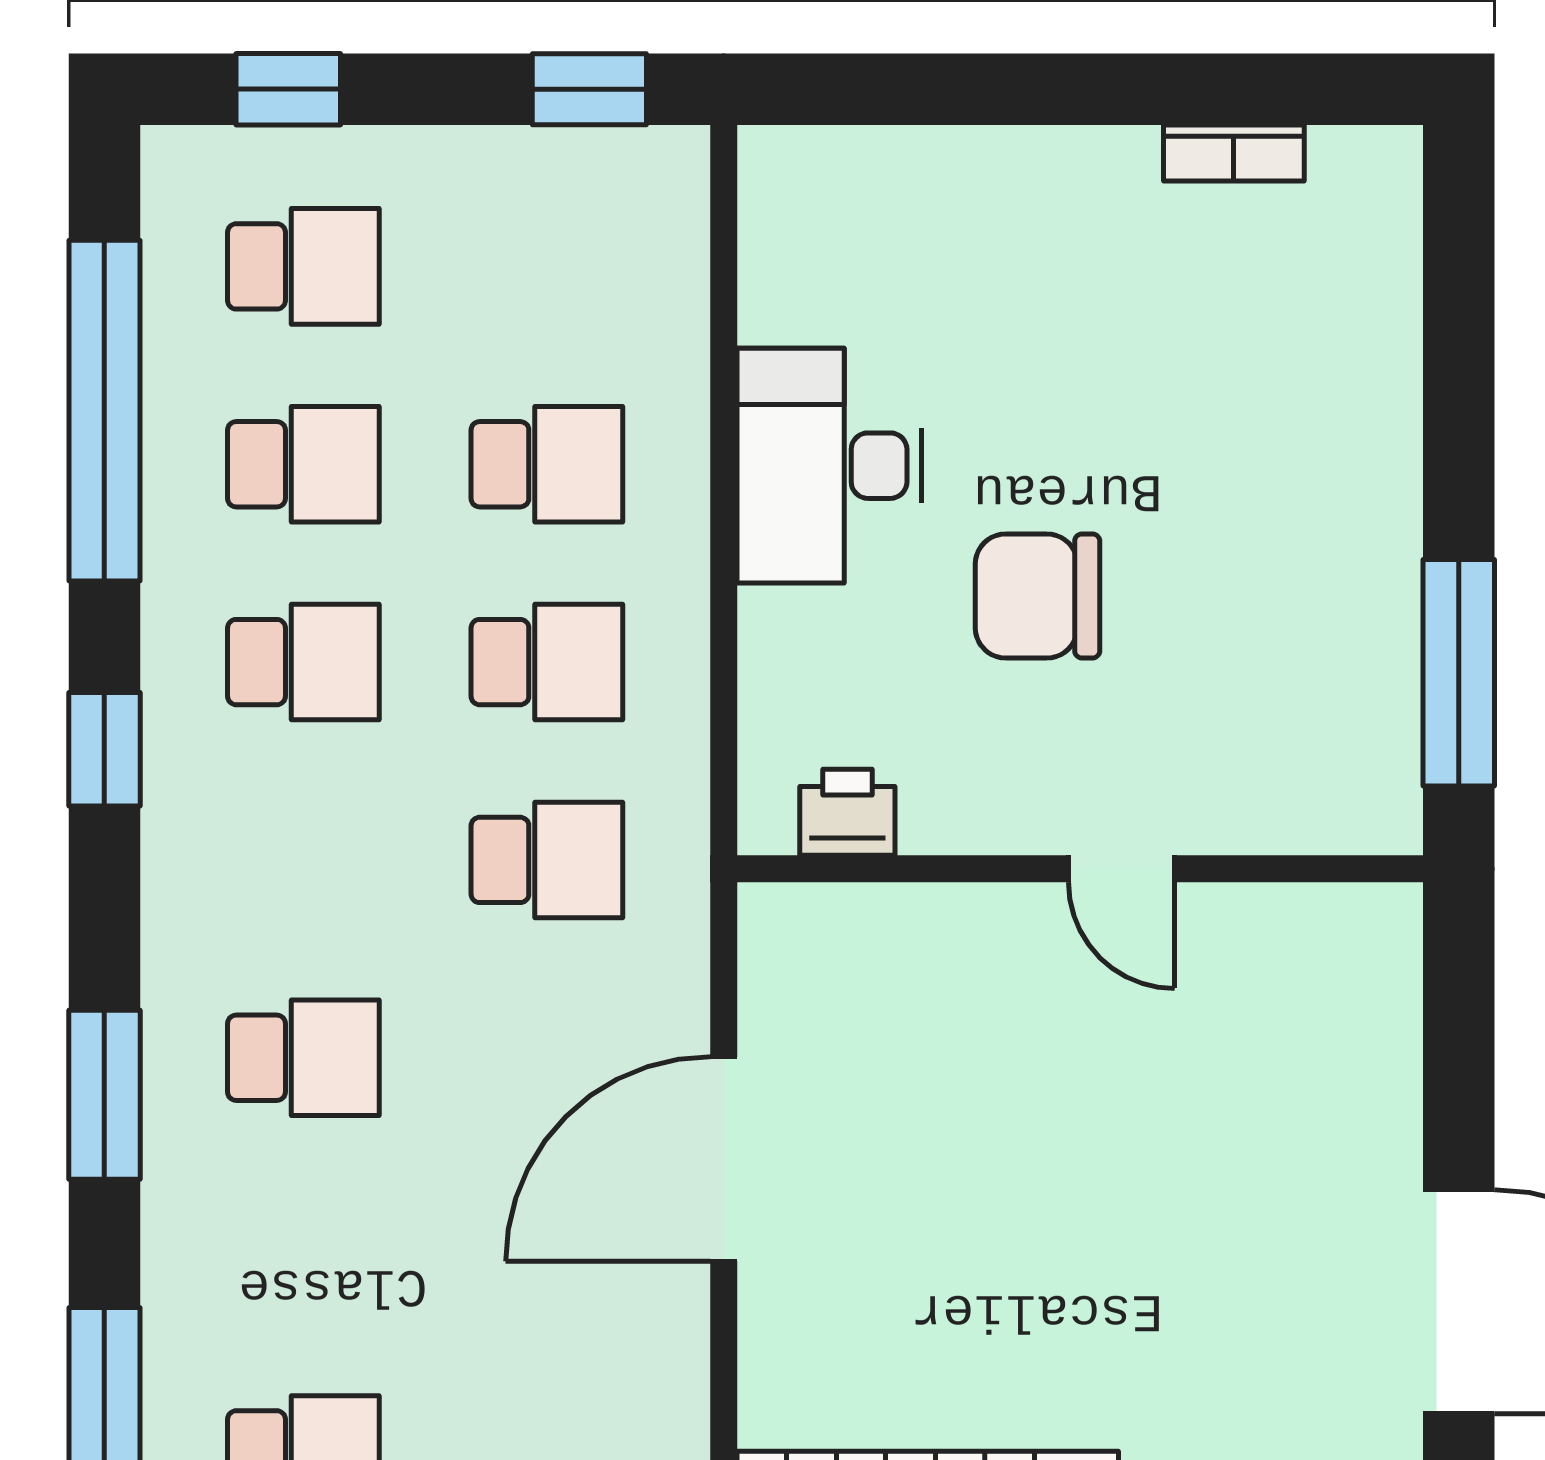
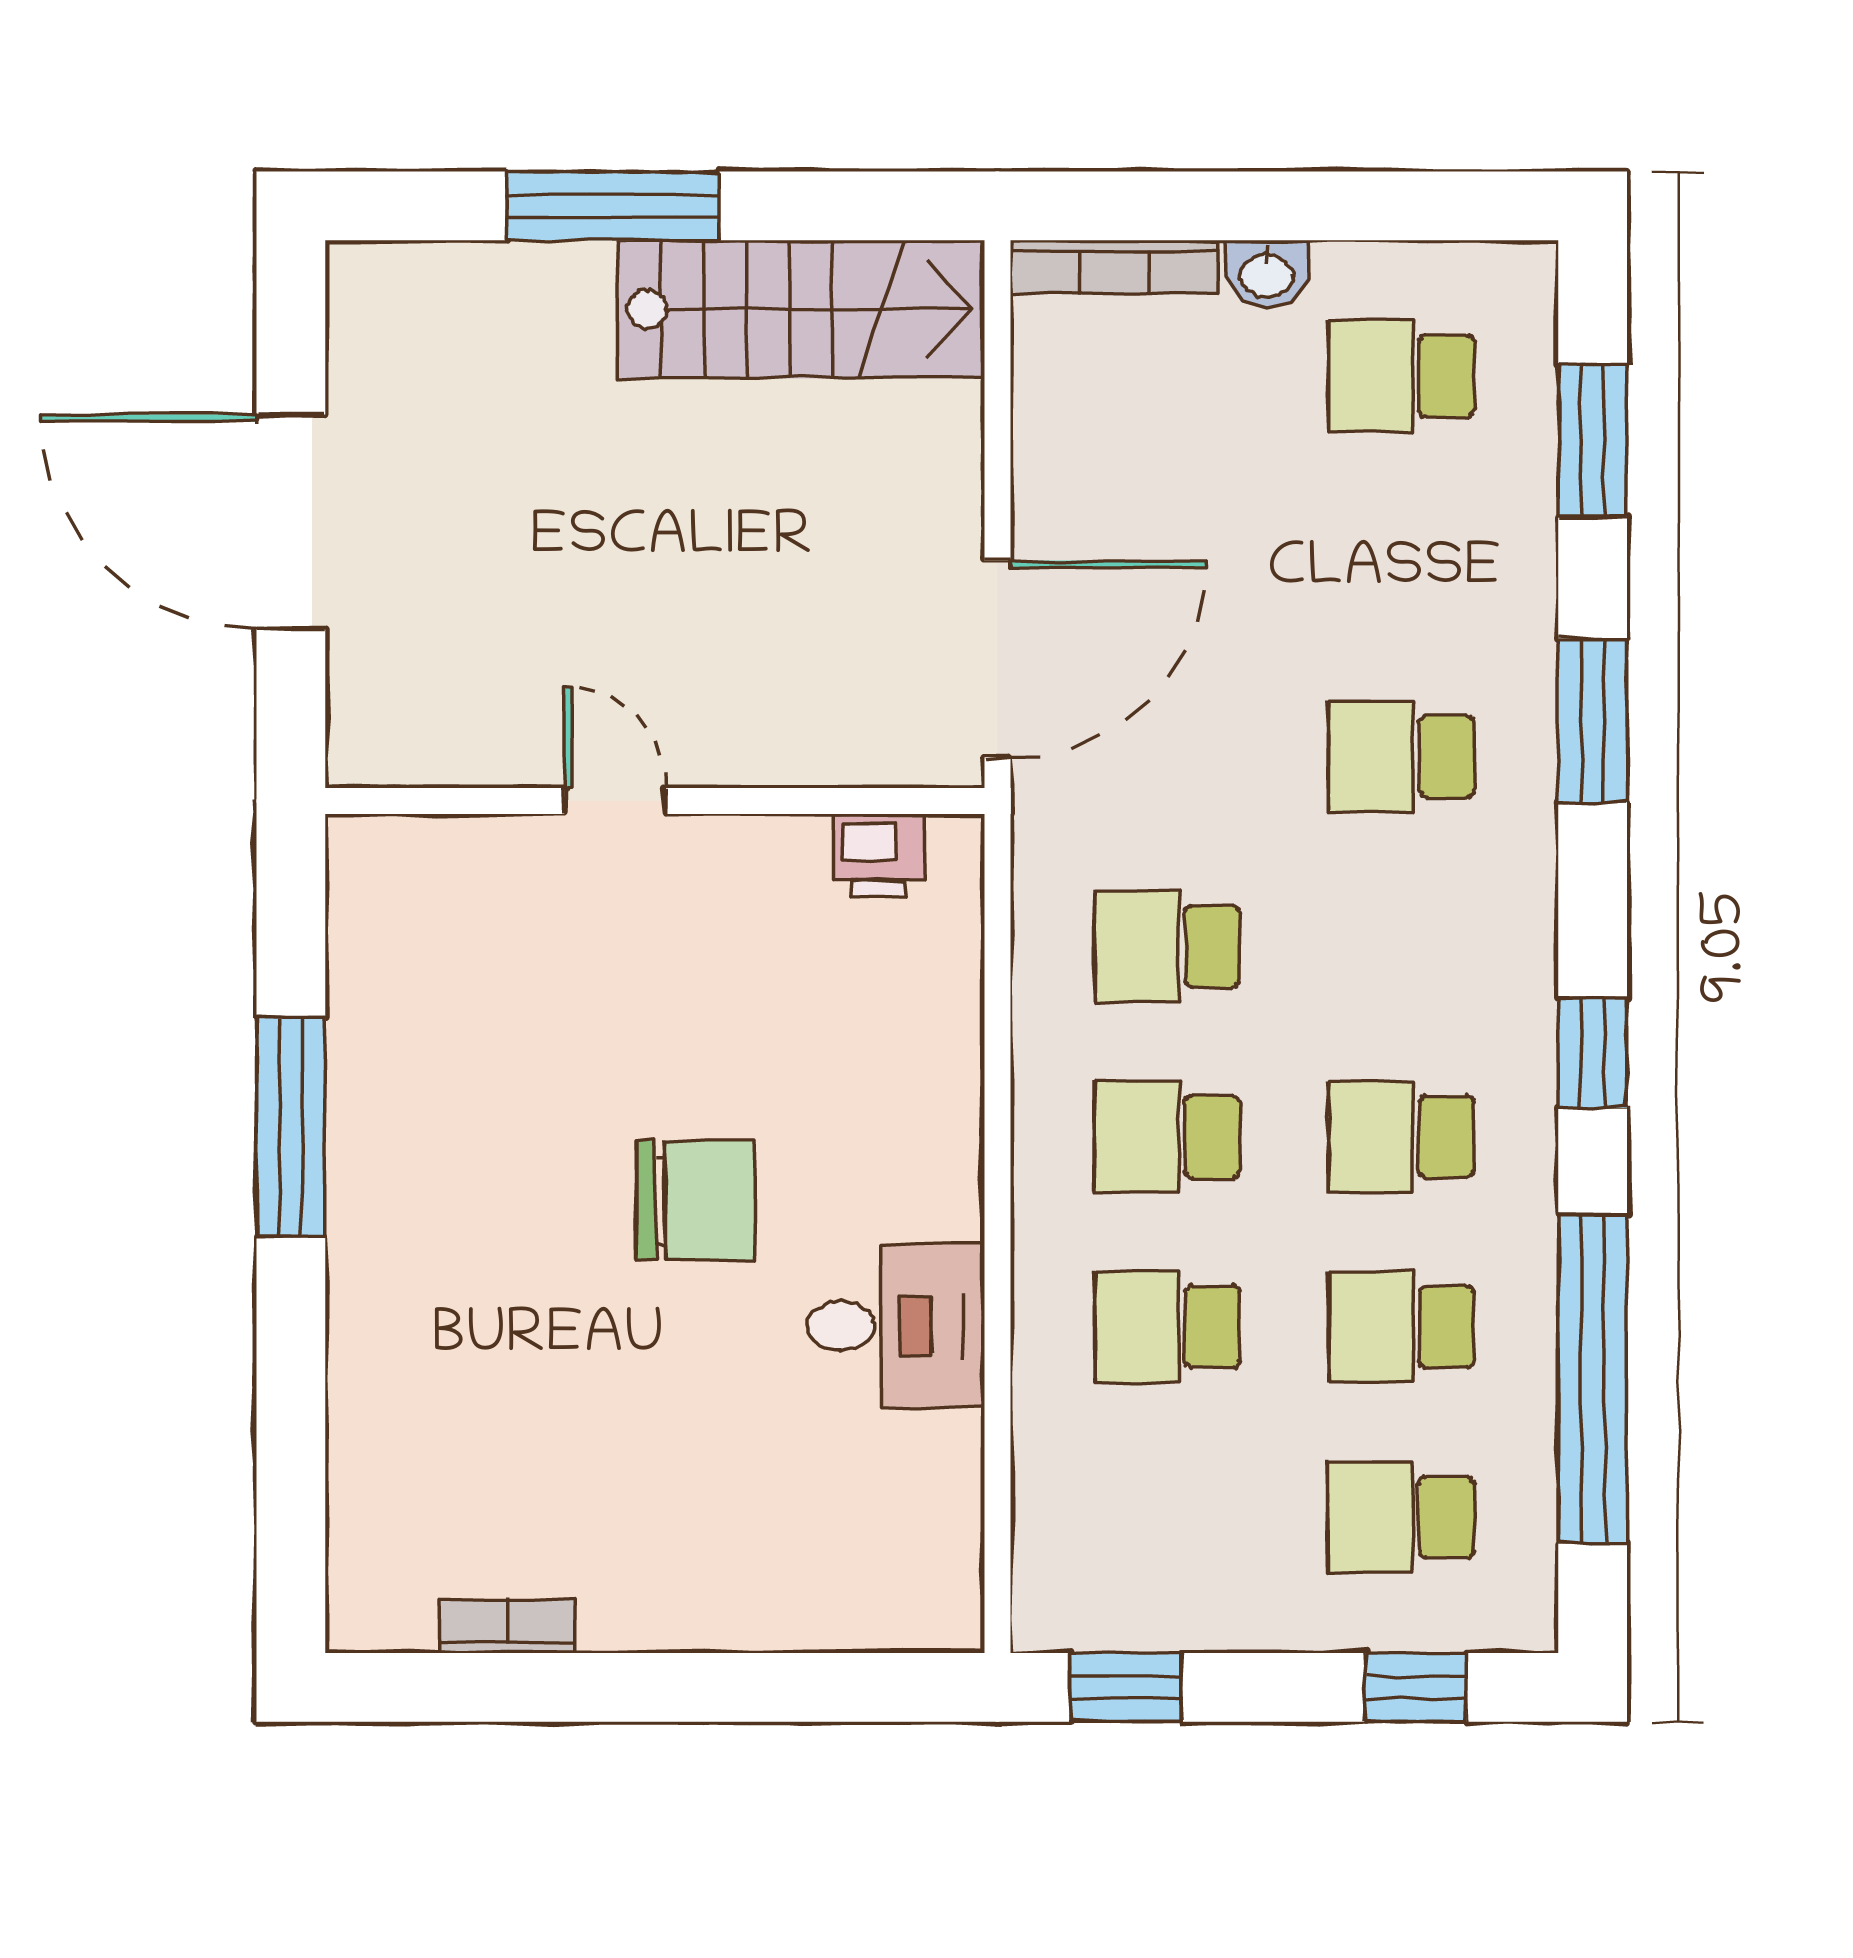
desk: (829, 466) -> (896, 1326), width x0.73
printer: (847, 812) -> (878, 855), moved
wall: (1080, 869) -> (655, 801), moved
door: (1121, 869) -> (615, 801), moved

